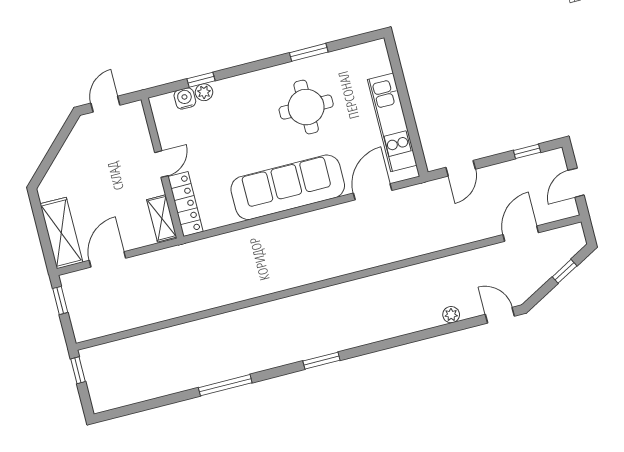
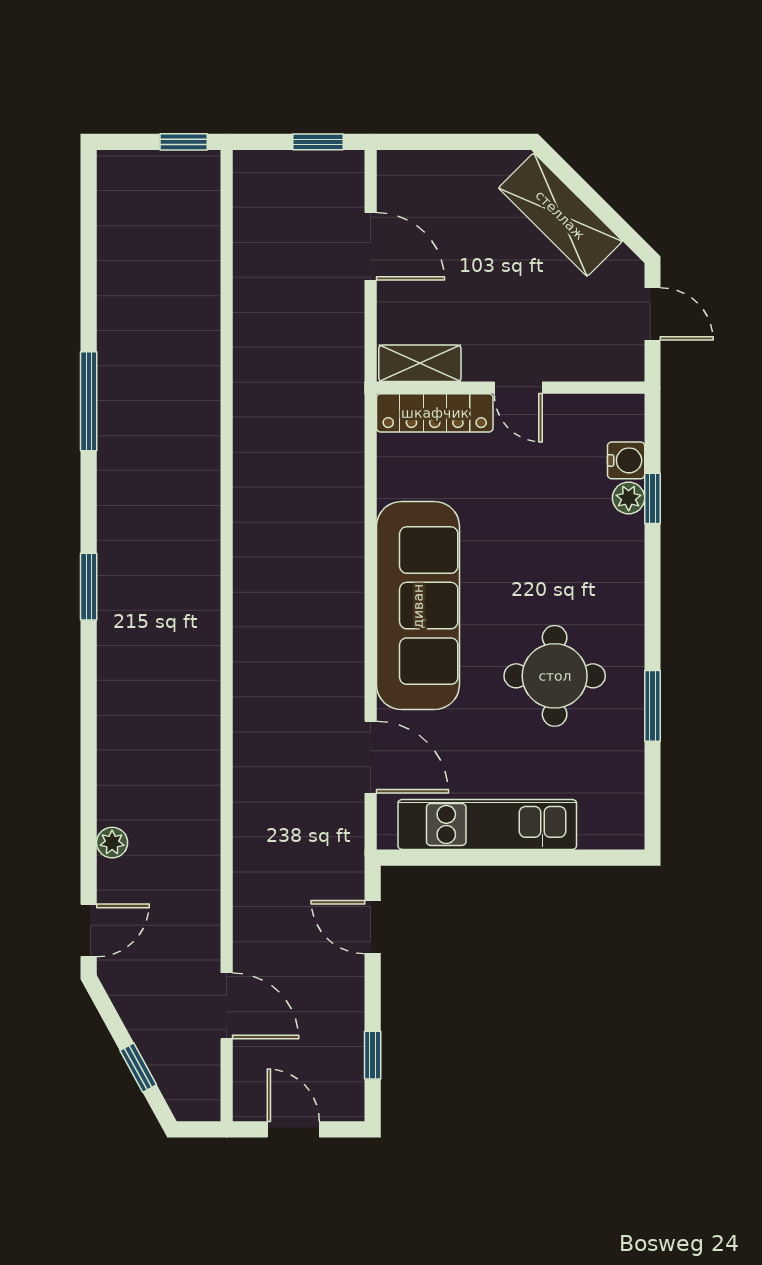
shelving: (61, 233) -> (560, 215), moved, turned 45

